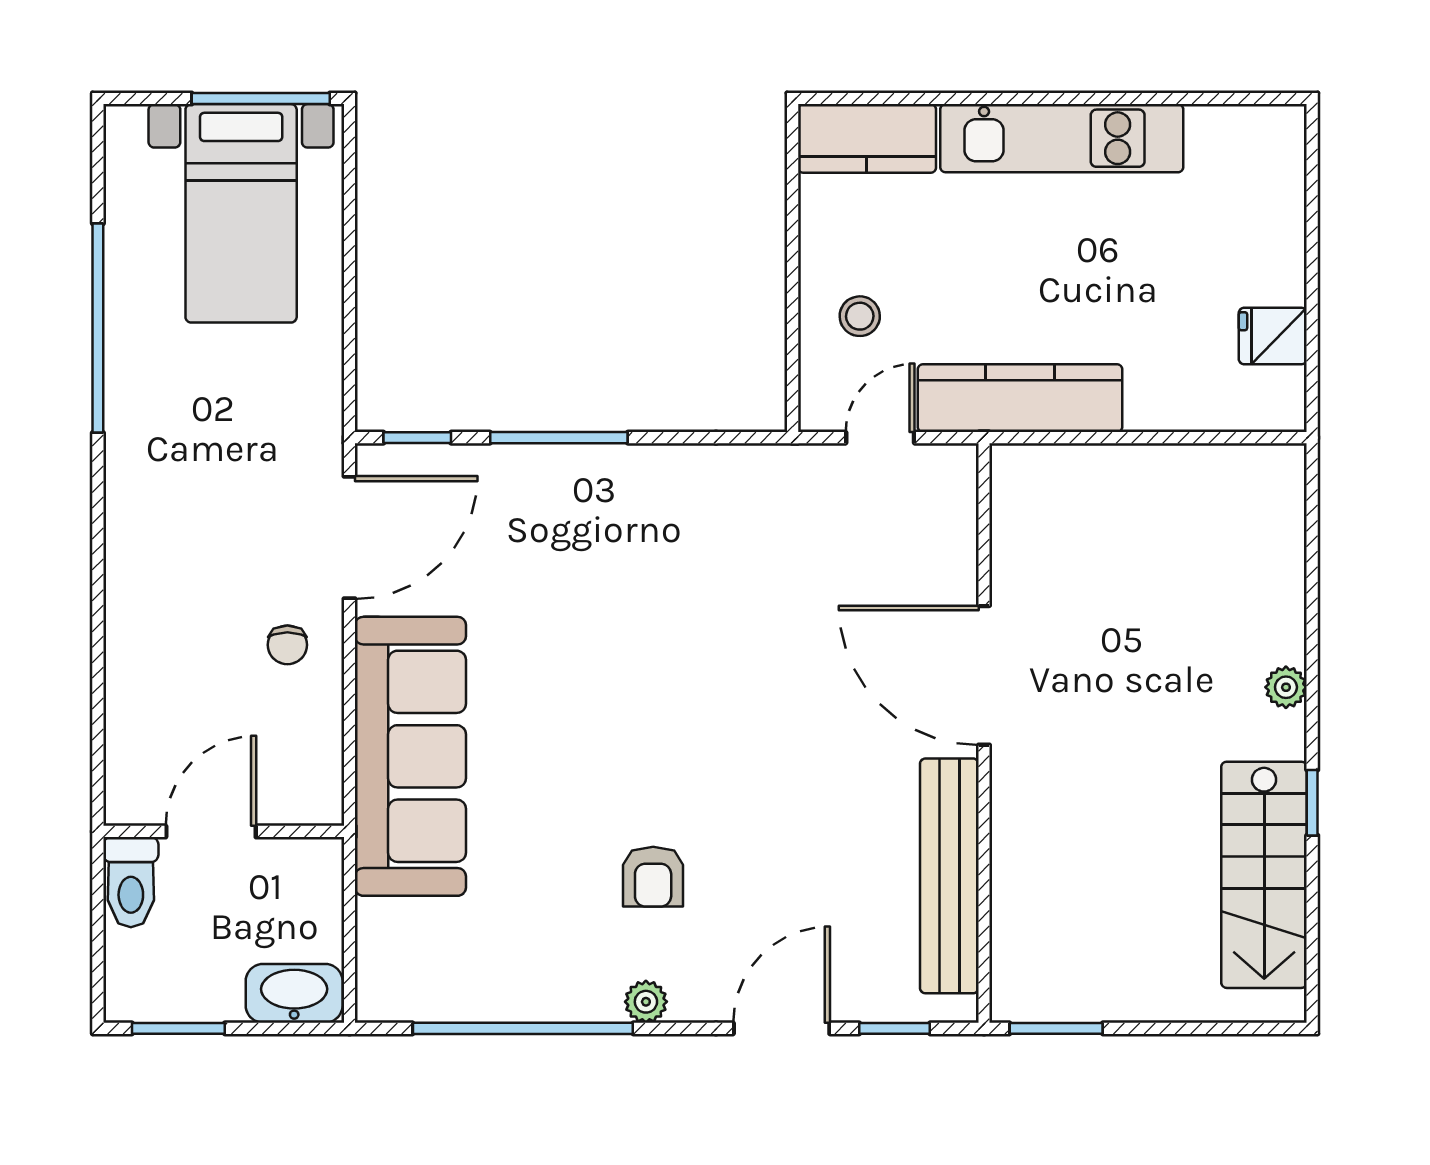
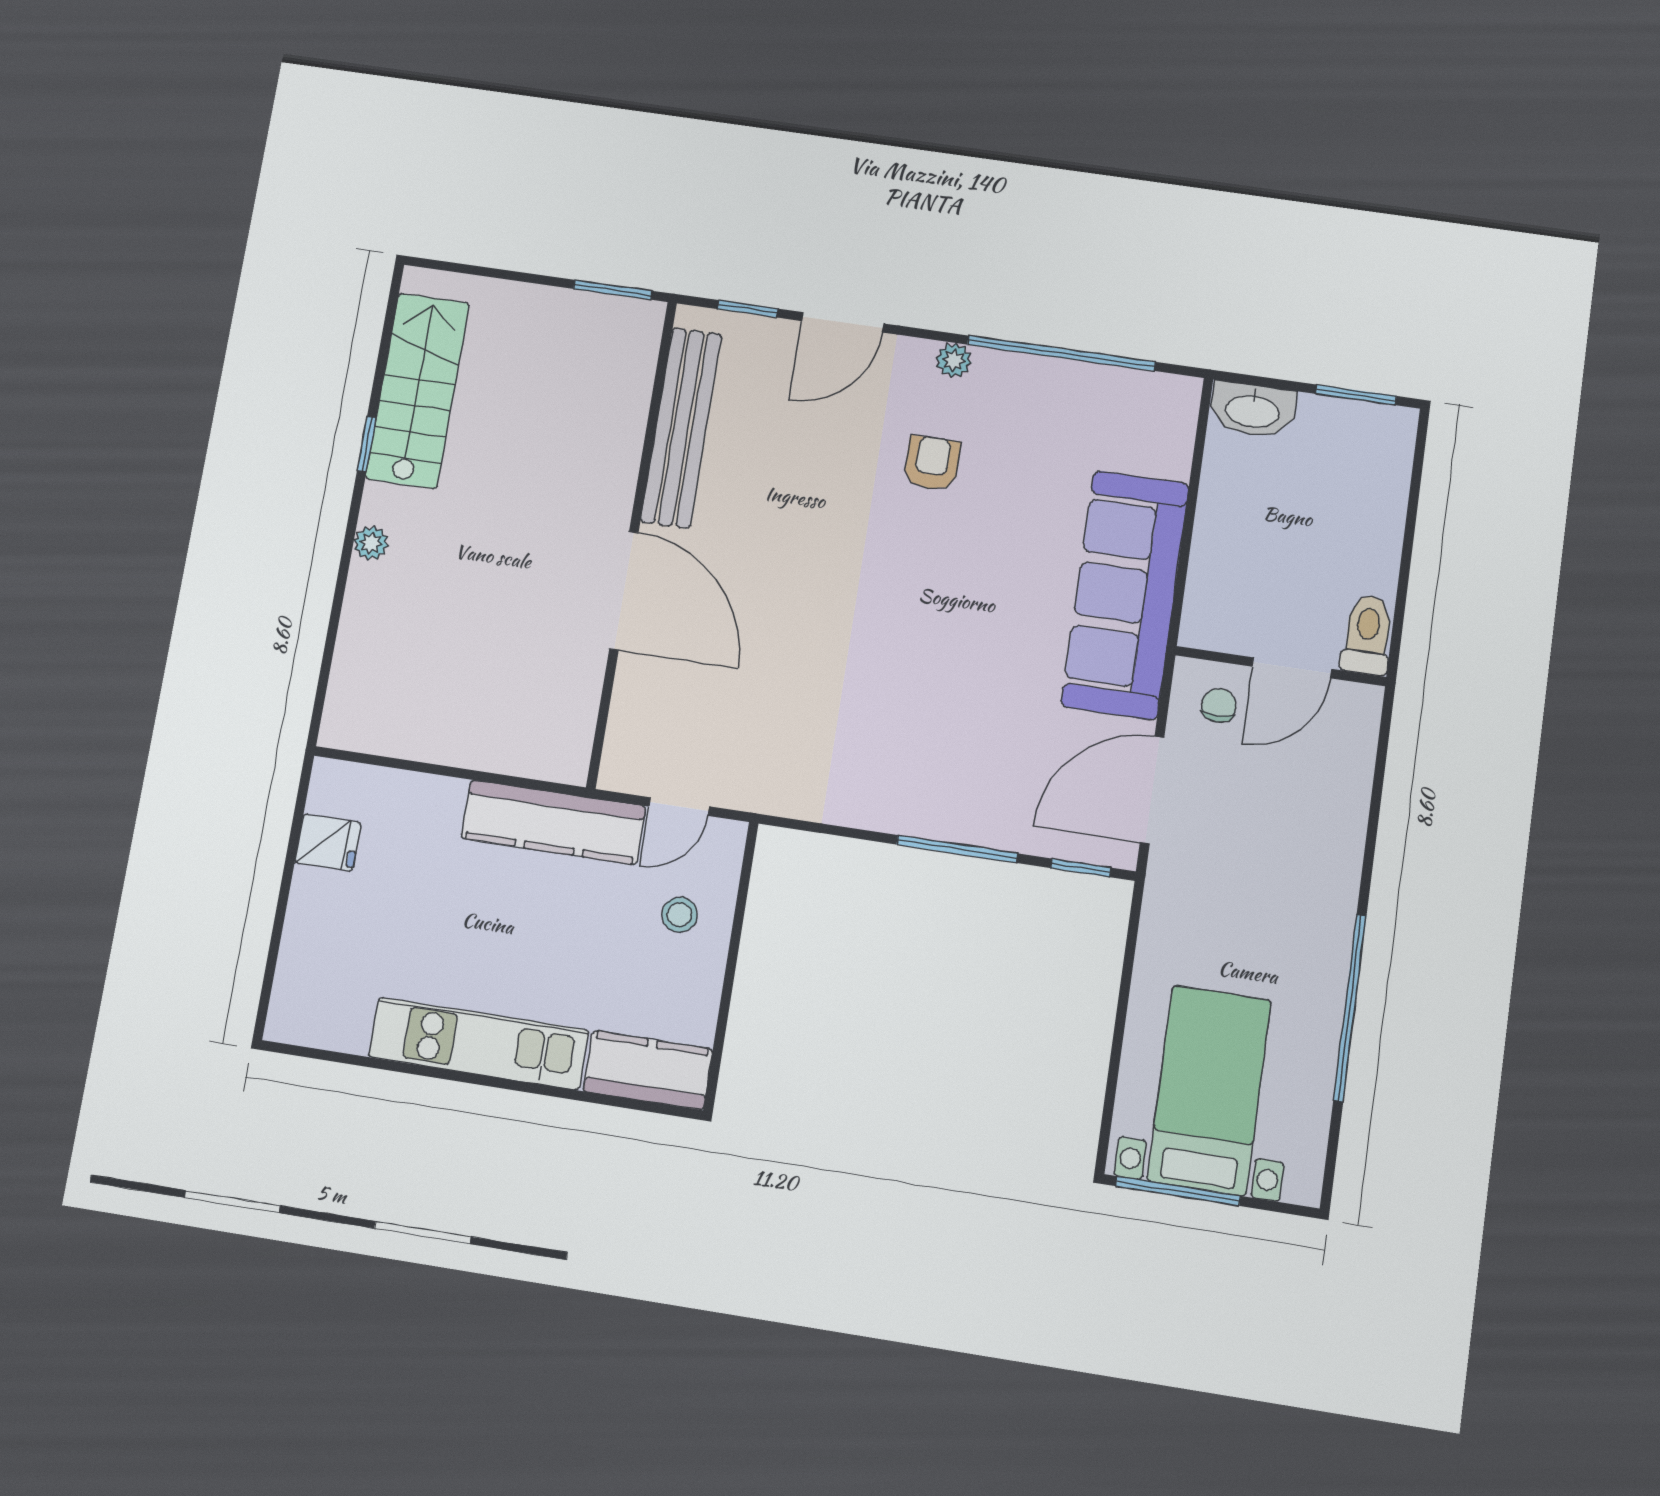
door: (211, 831) -> (1292, 668), moved
wall: (224, 831) -> (1281, 666), moved
toilet: (131, 882) -> (1367, 635), moved

